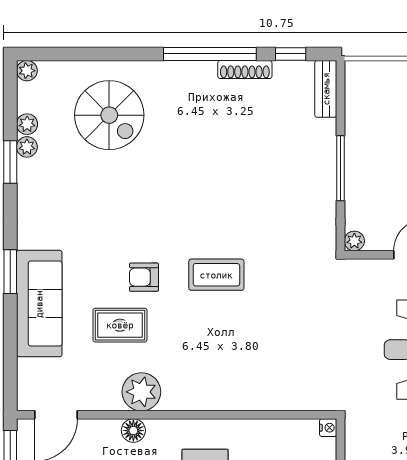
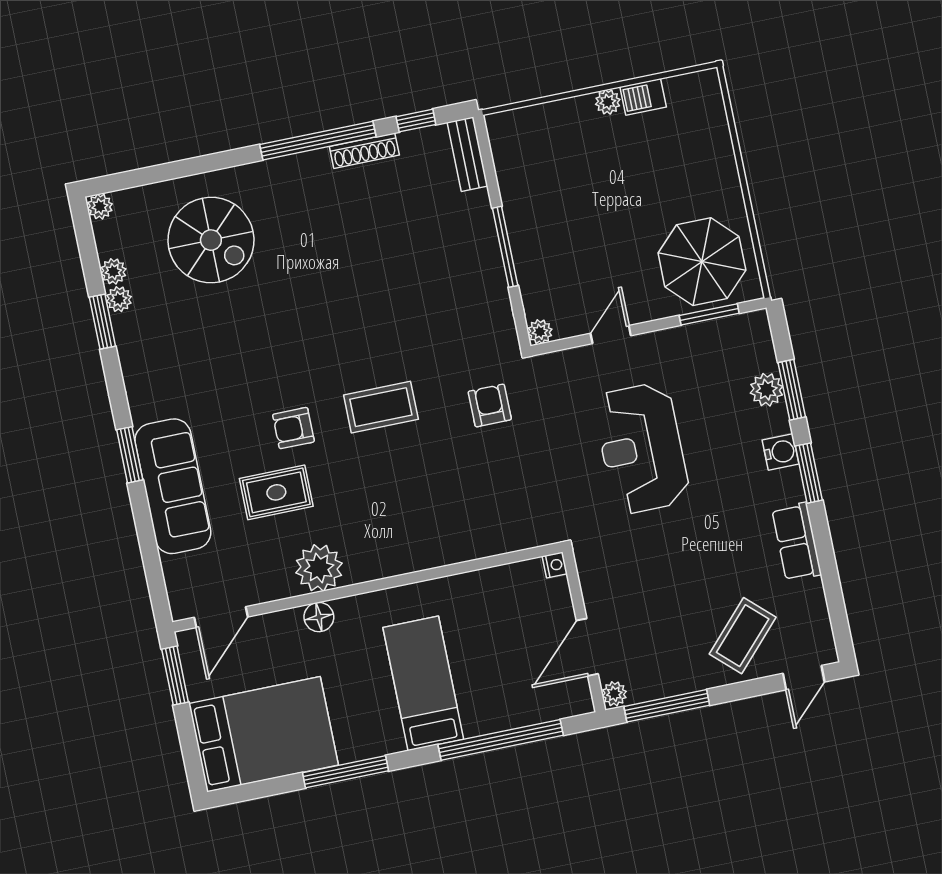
armchair: (303, 291) -> (490, 405), added

